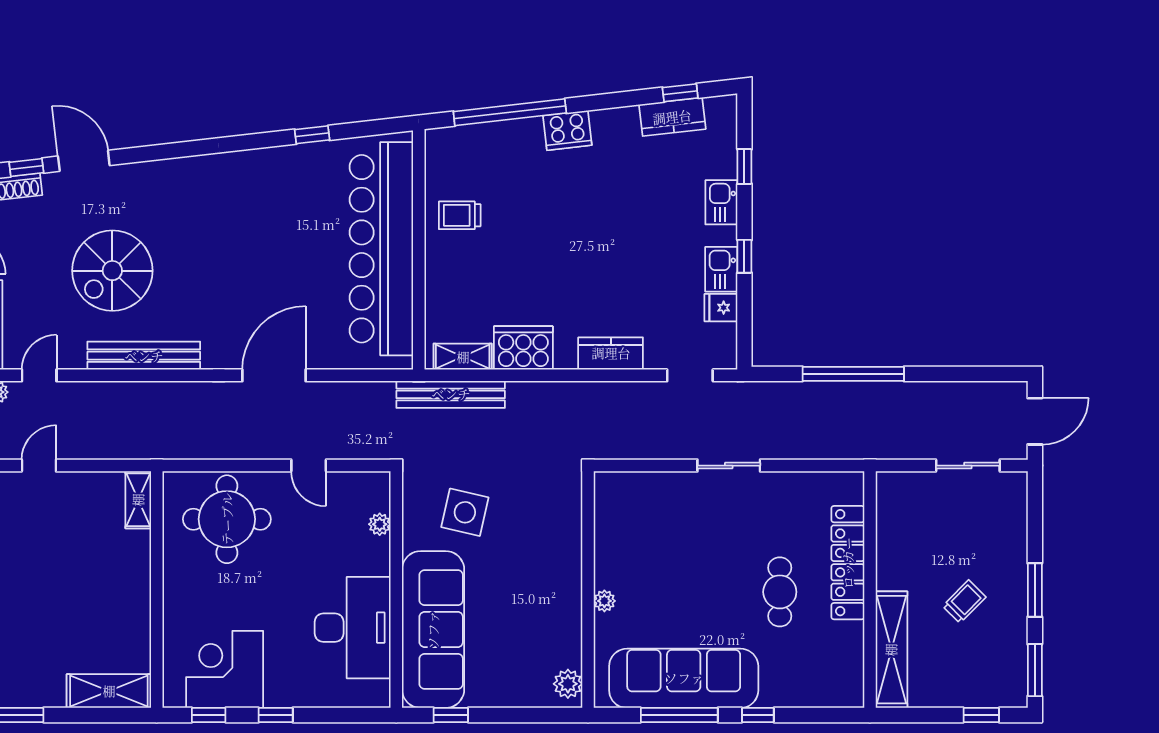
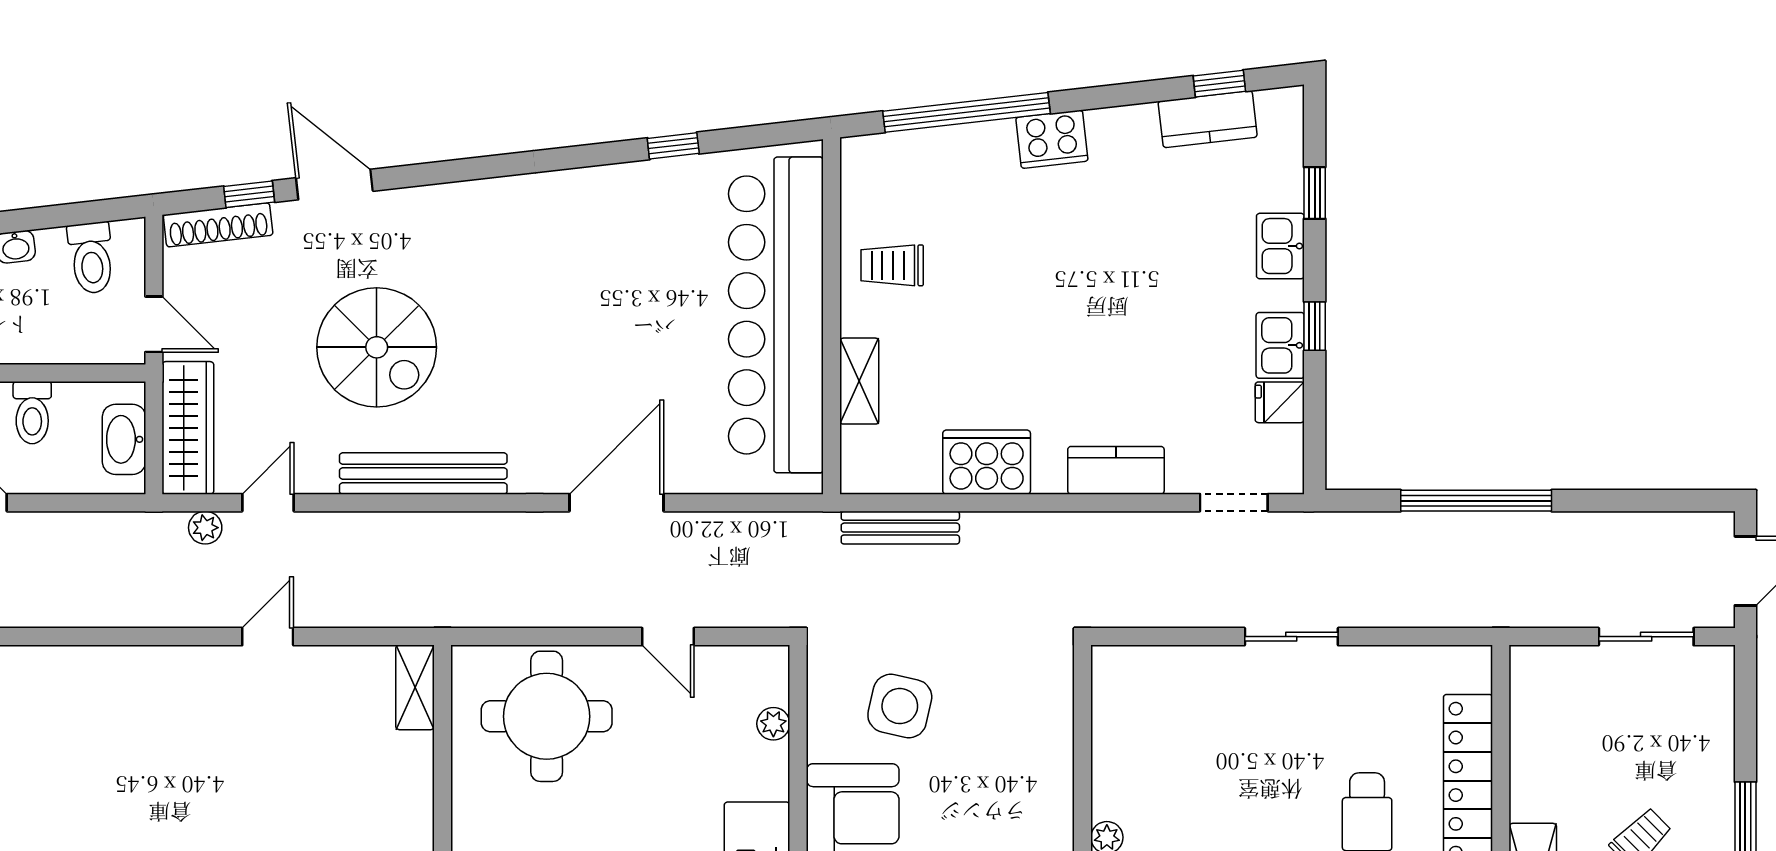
spiral stairs: (112, 271) -> (377, 347), turned -90
shelving: (463, 357) -> (859, 381), moved, turned 90
bench: (451, 394) -> (900, 528), width x0.73, depth x0.82

